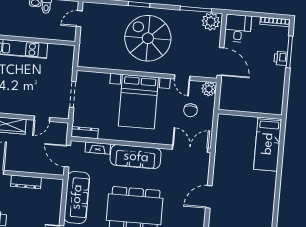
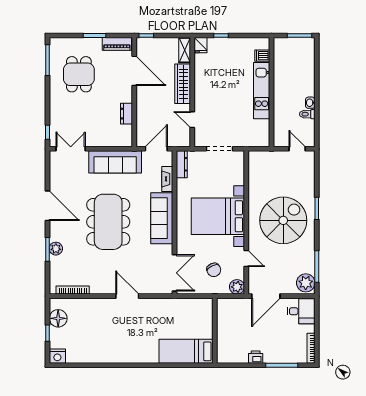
printer: (281, 58) -> (256, 357), moved
door: (182, 77) -> (246, 259), swing flipped
chair: (190, 110) -> (214, 270), turned -117
dresser: (26, 182) -> (126, 114), width x0.70

